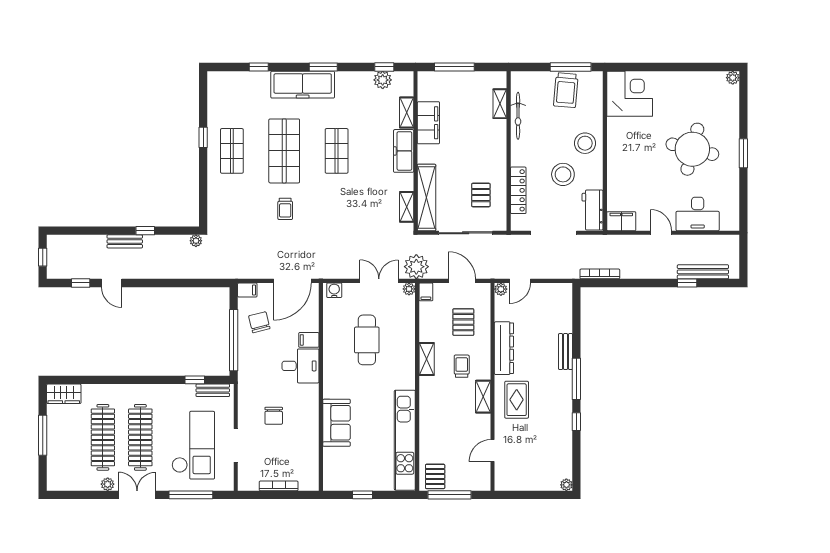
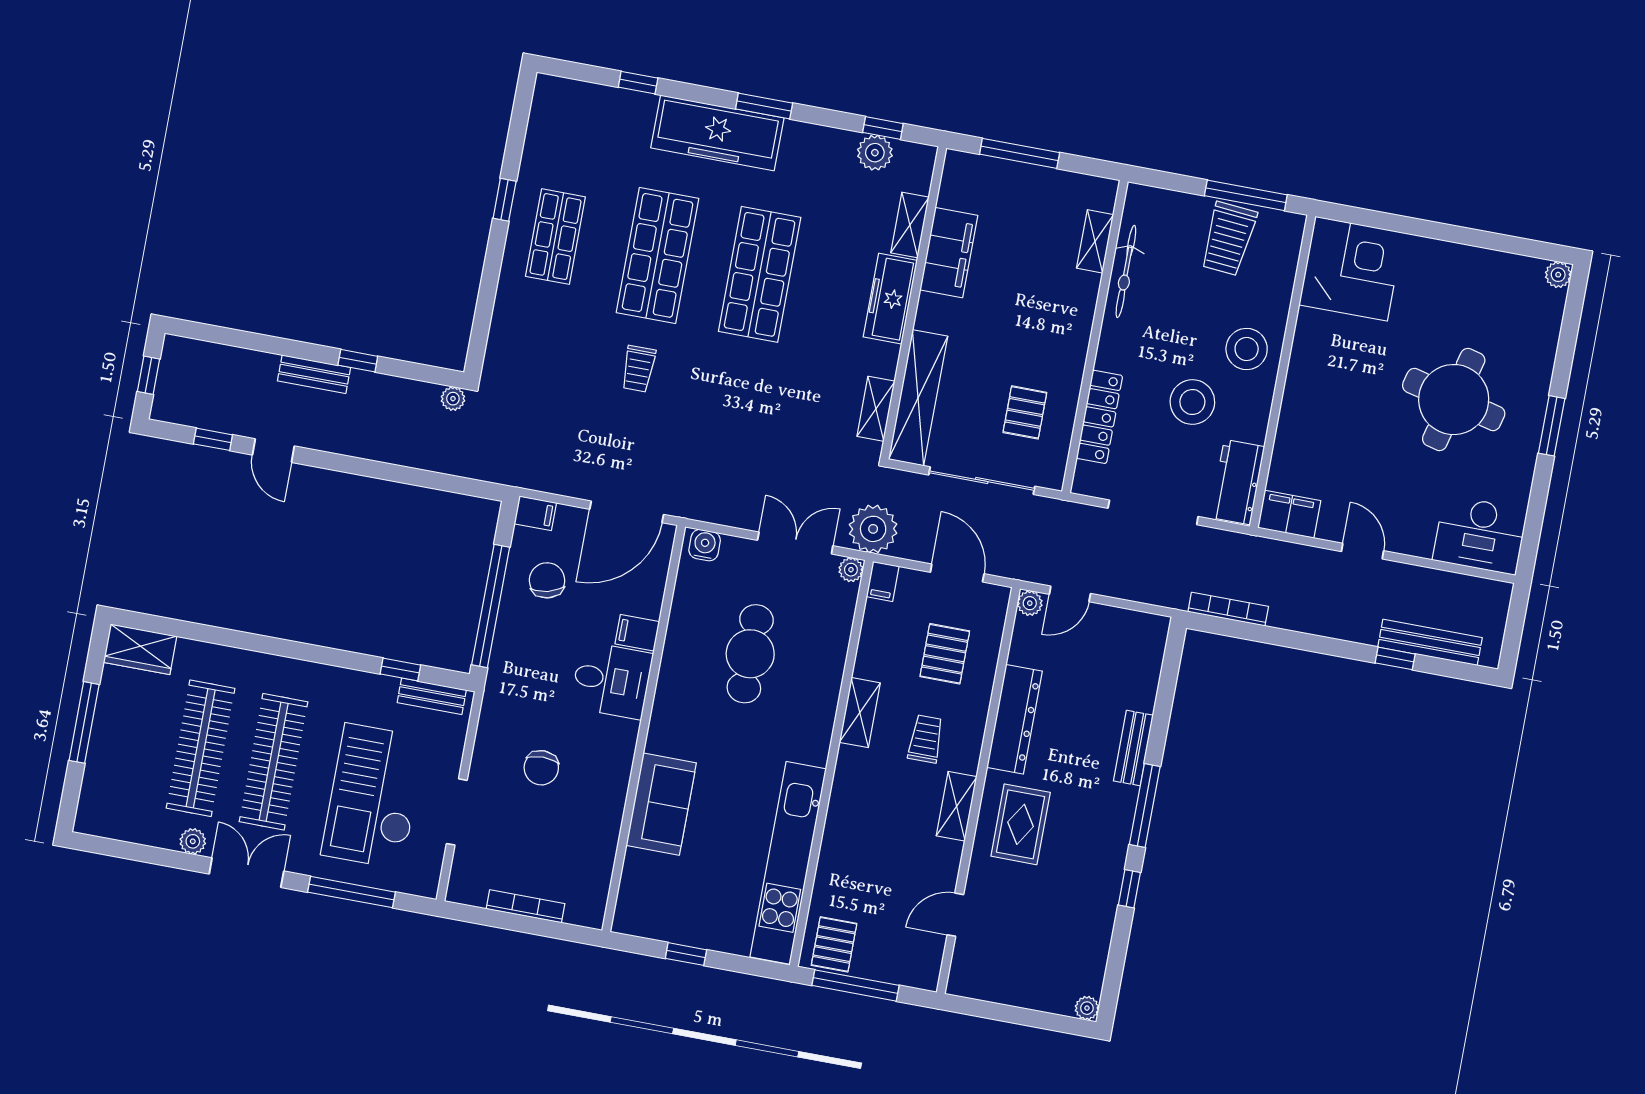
shop shelf: (337, 151) -> (760, 274), width x1.43, depth x1.36
desk: (698, 214) -> (1480, 535), moved
checkout: (193, 445) -> (374, 796), turned 180

